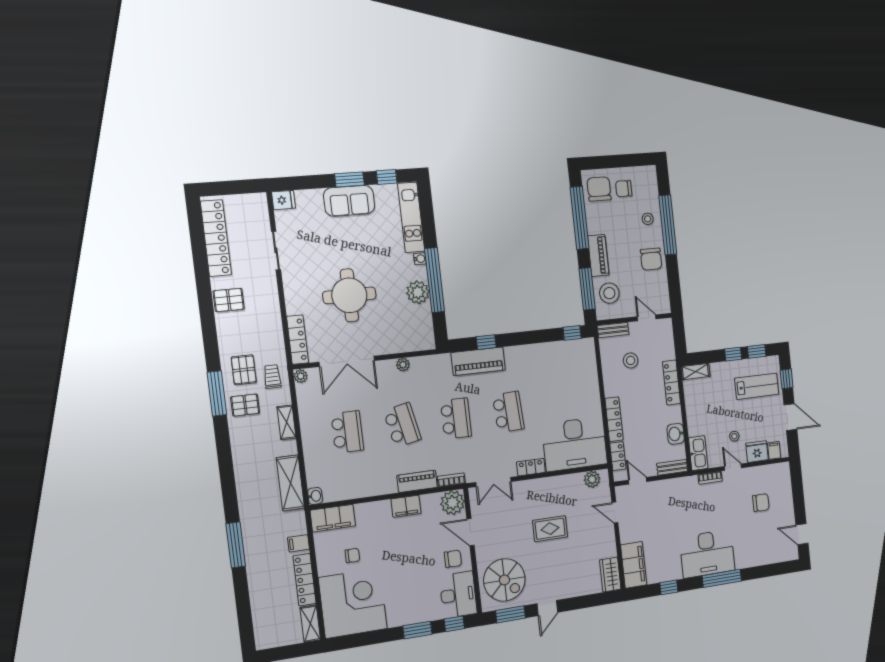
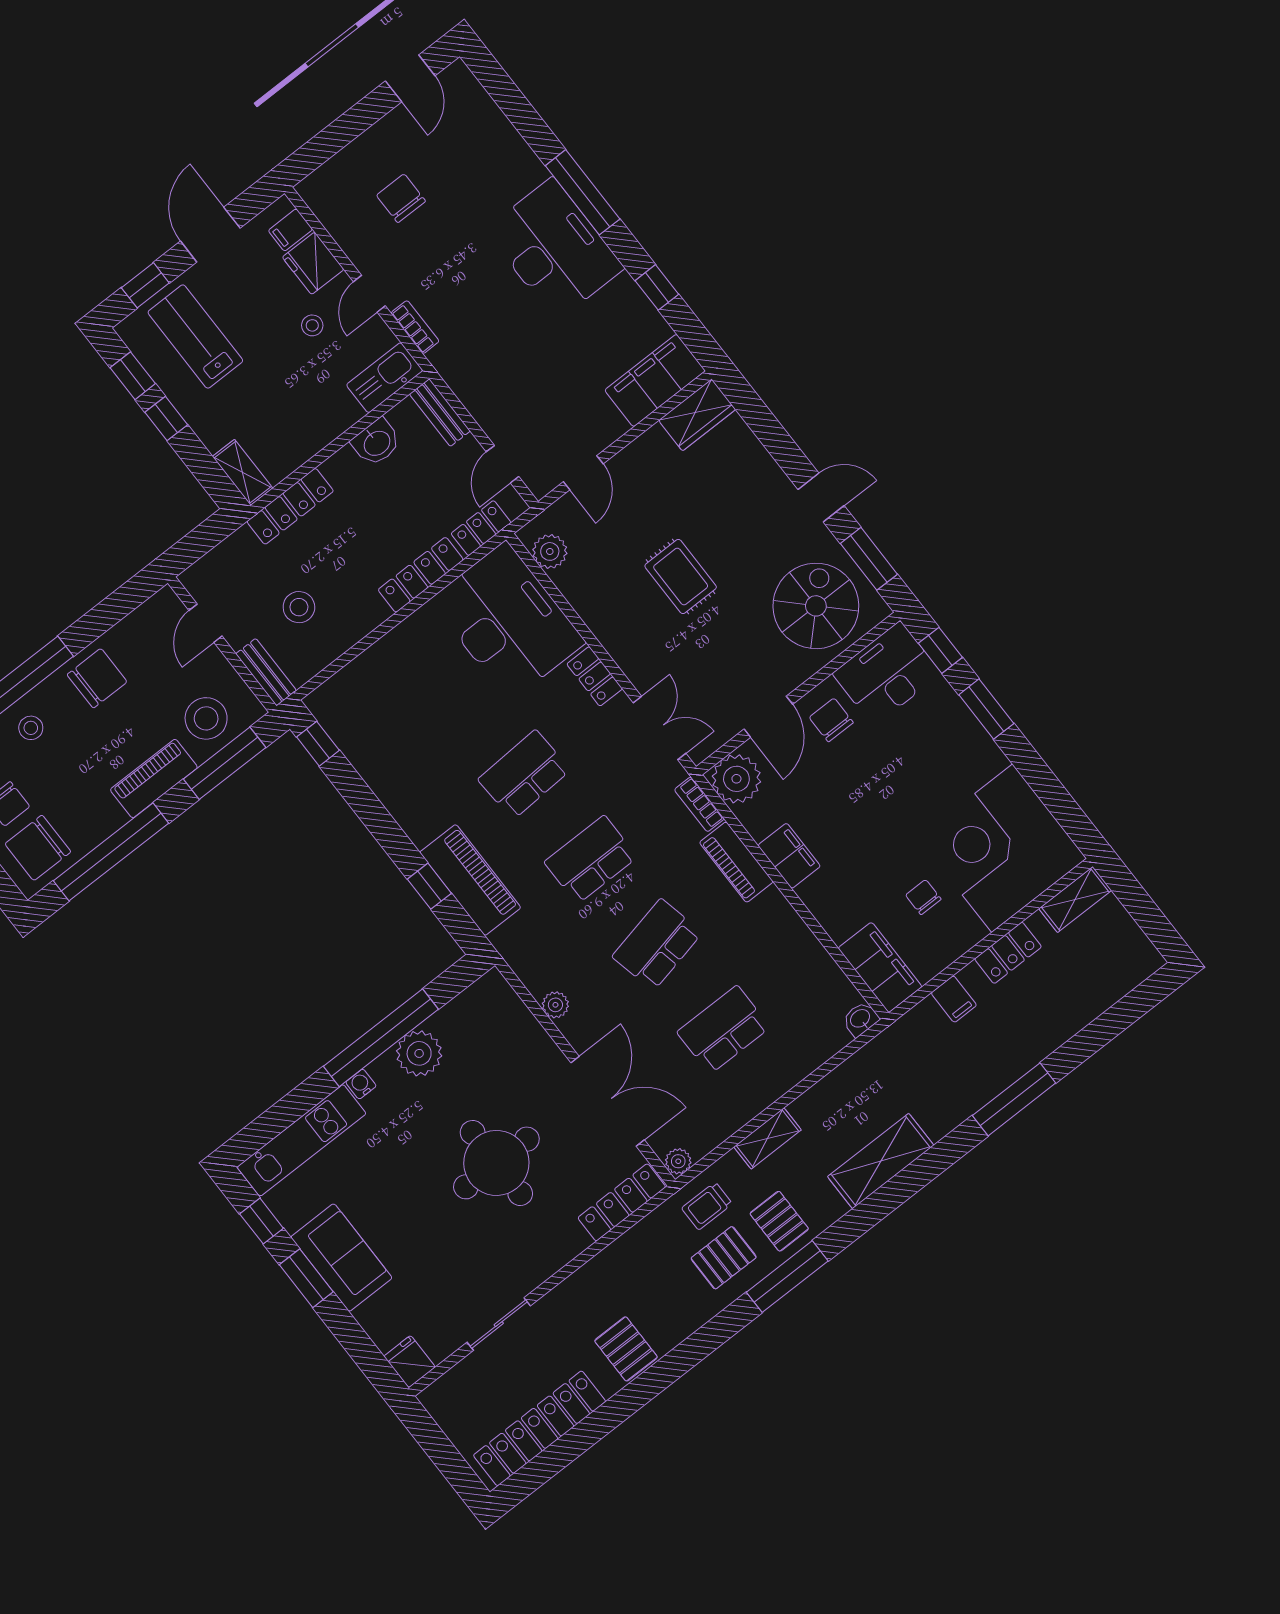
shelving: (290, 483) -> (881, 1161), moved
locker: (305, 580) -> (1008, 953), width x0.66

